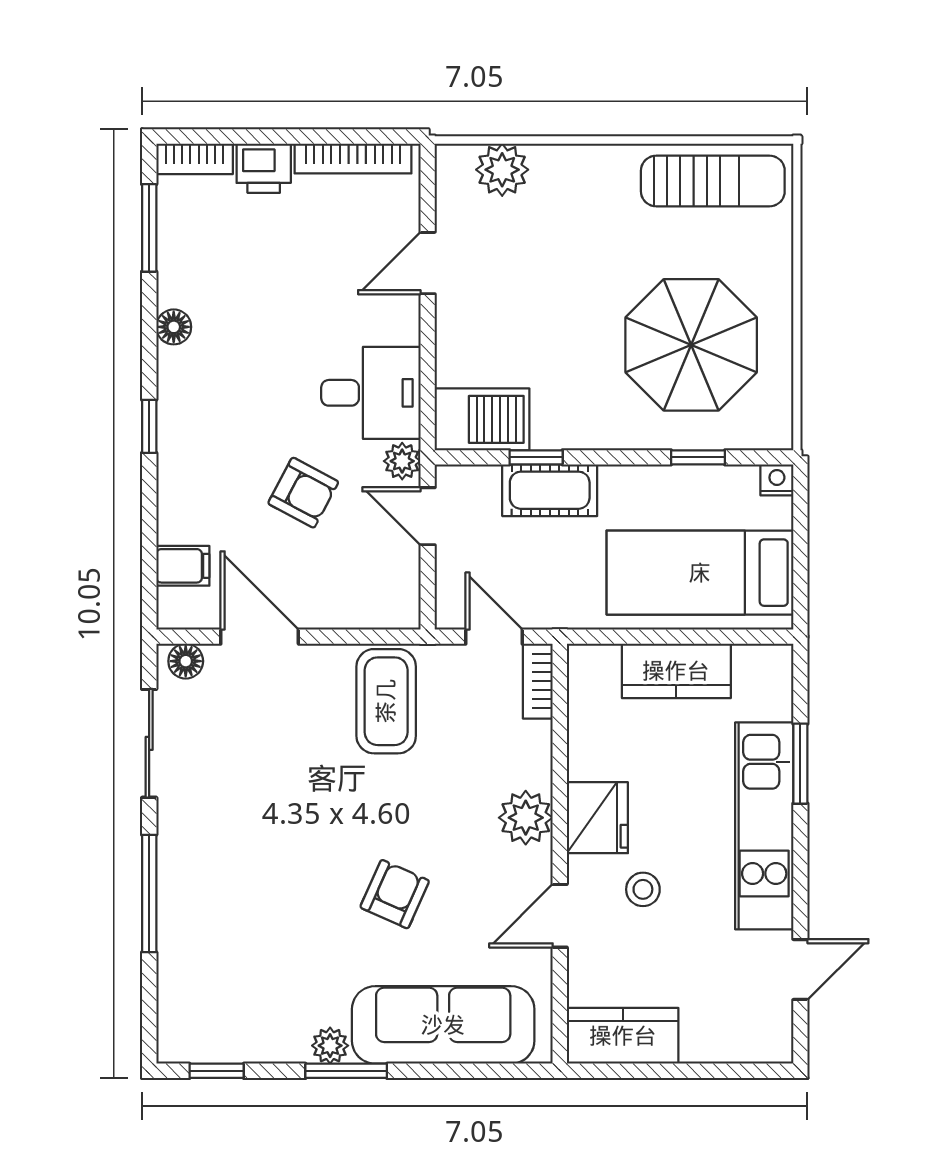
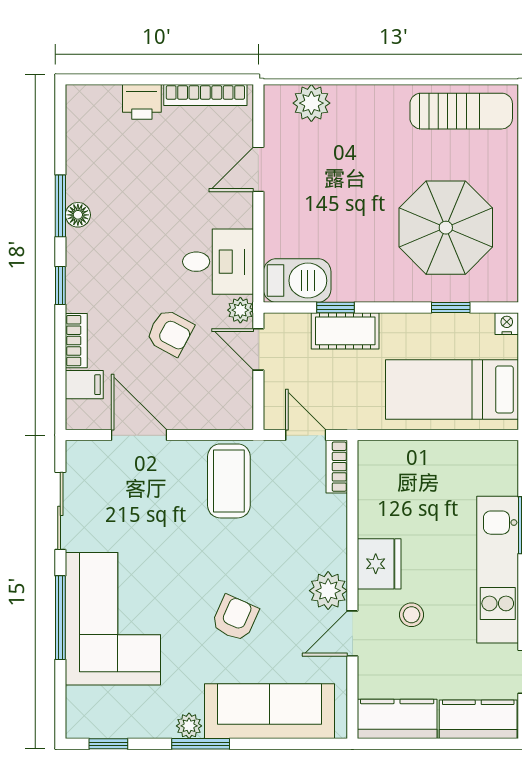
bookcase: (195, 159) -> (76, 341), moved, turned -90
window: (149, 228) -> (60, 206), moved
floor lamp: (186, 661) -> (86, 452), removed
kitchen counter: (676, 671) -> (478, 719), moved, turned 180
plant: (526, 818) -> (328, 591), moved
corner sofa: (223, 895) -> (113, 619), added

